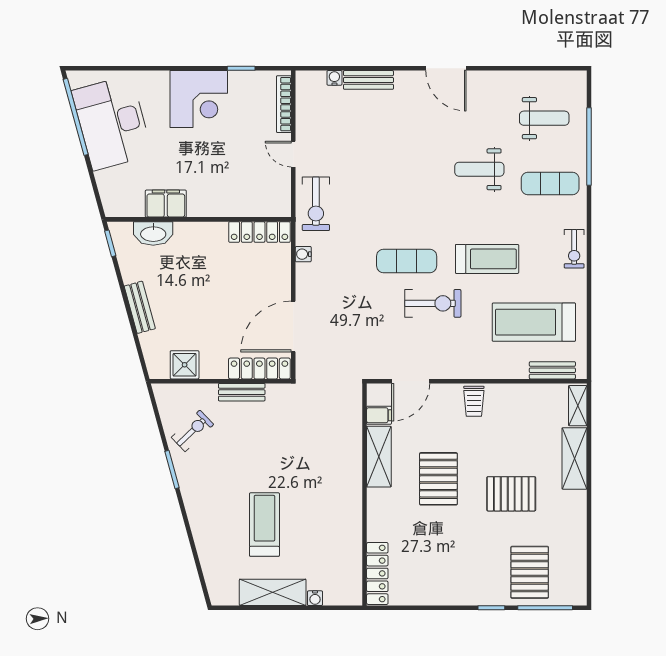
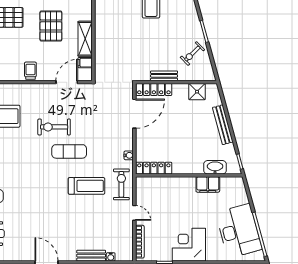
weight bench: (479, 169) -> (27, 204), removed
treadmill: (487, 259) -> (86, 186), moved, turned 180
bench: (140, 307) -> (223, 125), width x1.36

